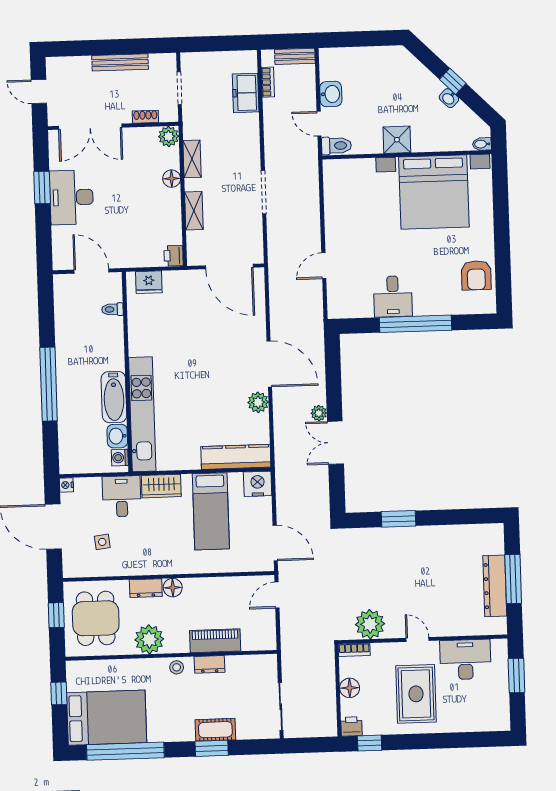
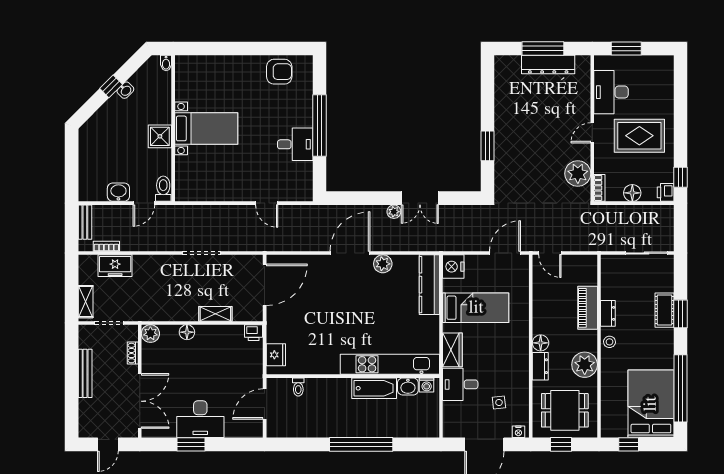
shelving: (192, 159) -> (86, 302), moved, turned 90
bed with nightstands: (434, 192) -> (206, 128), width x0.54
nightstand: (66, 485) -> (518, 432), moved

